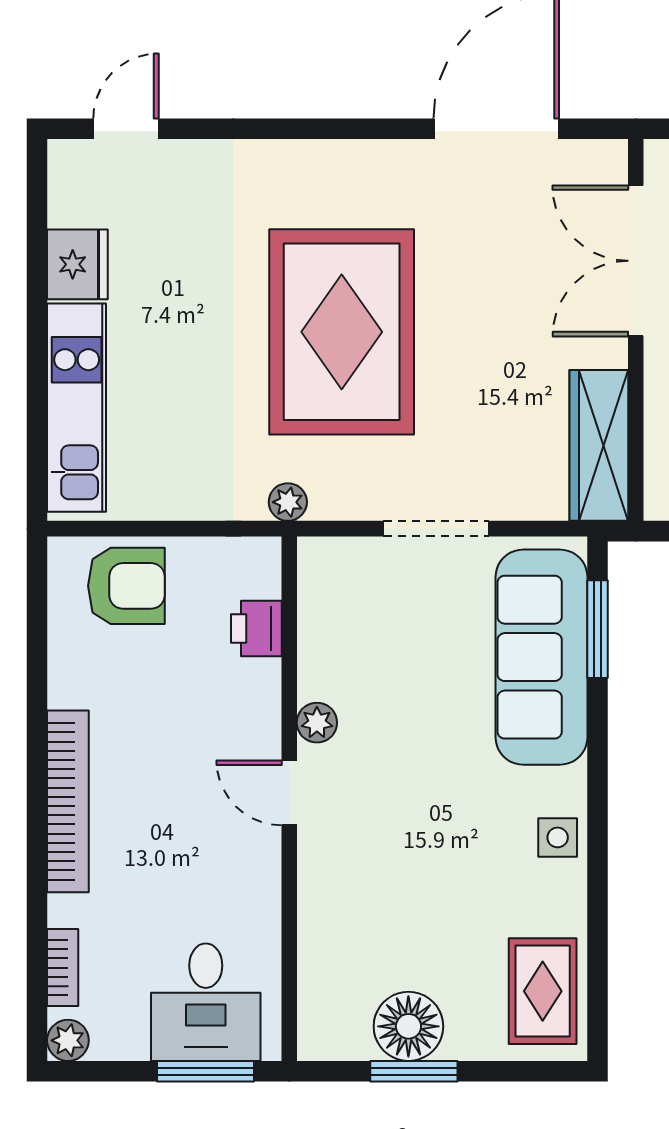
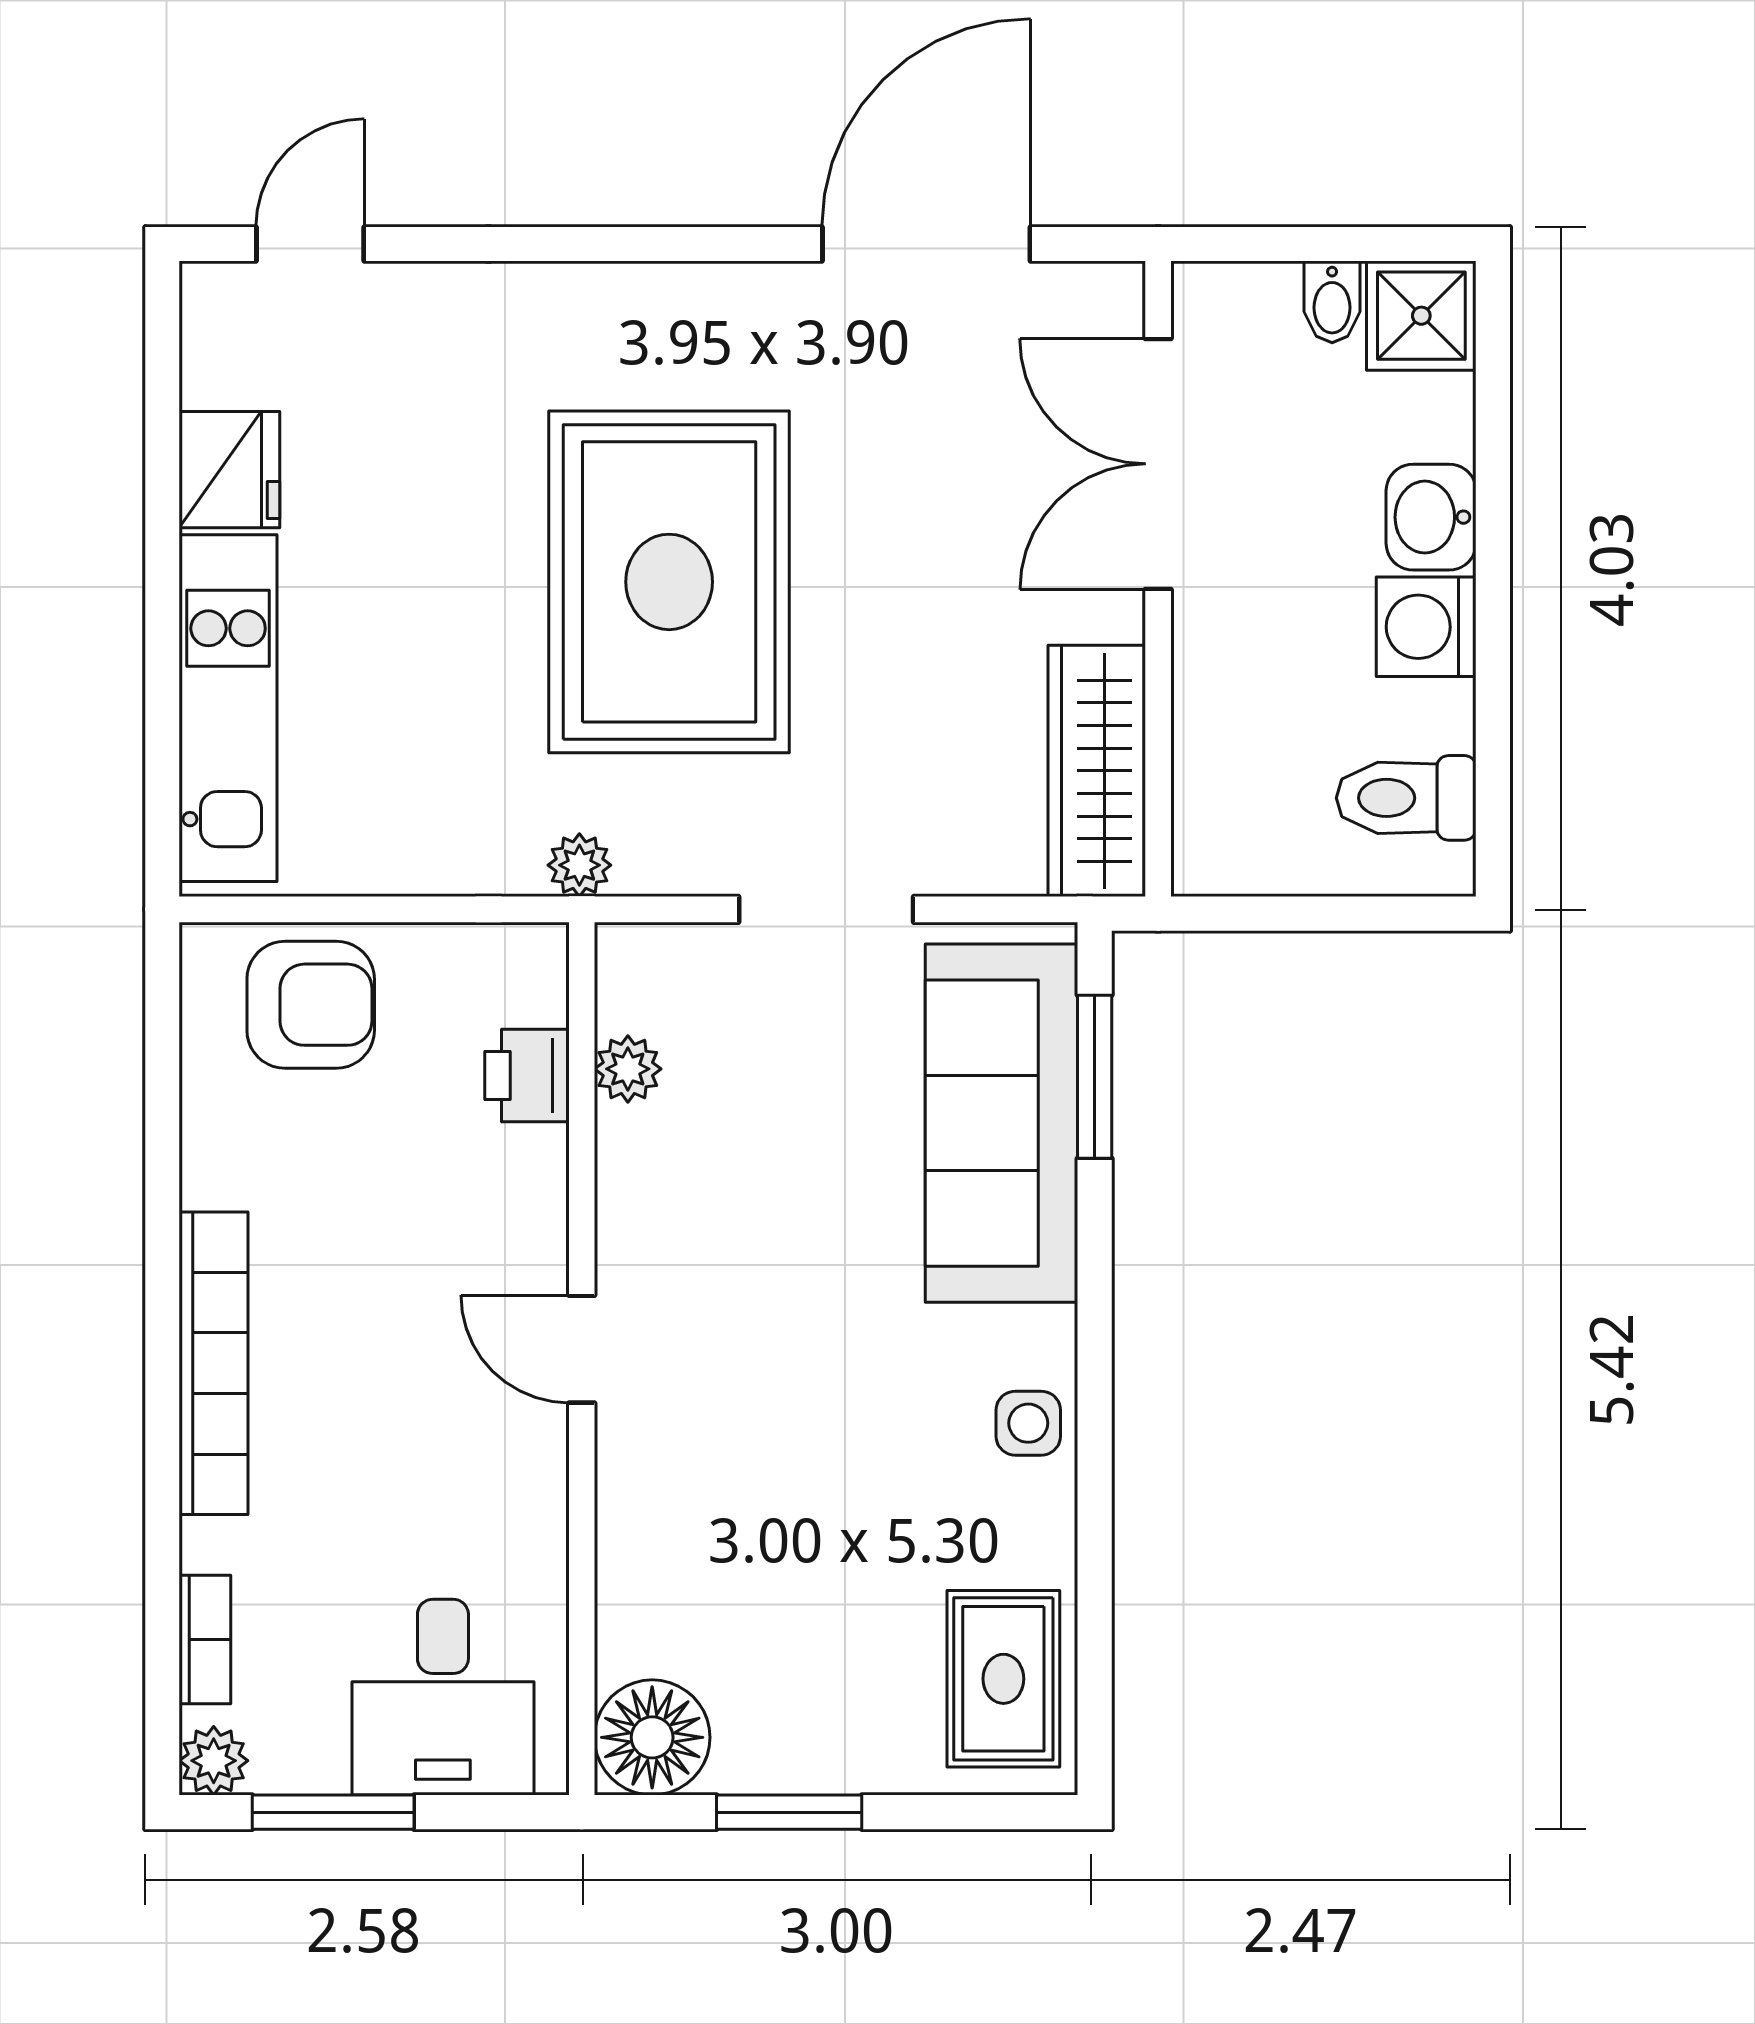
plant: (317, 723) -> (628, 1069), moved
floor lamp: (408, 1026) -> (652, 1737), moved
window: (206, 1071) -> (333, 1812), moved

